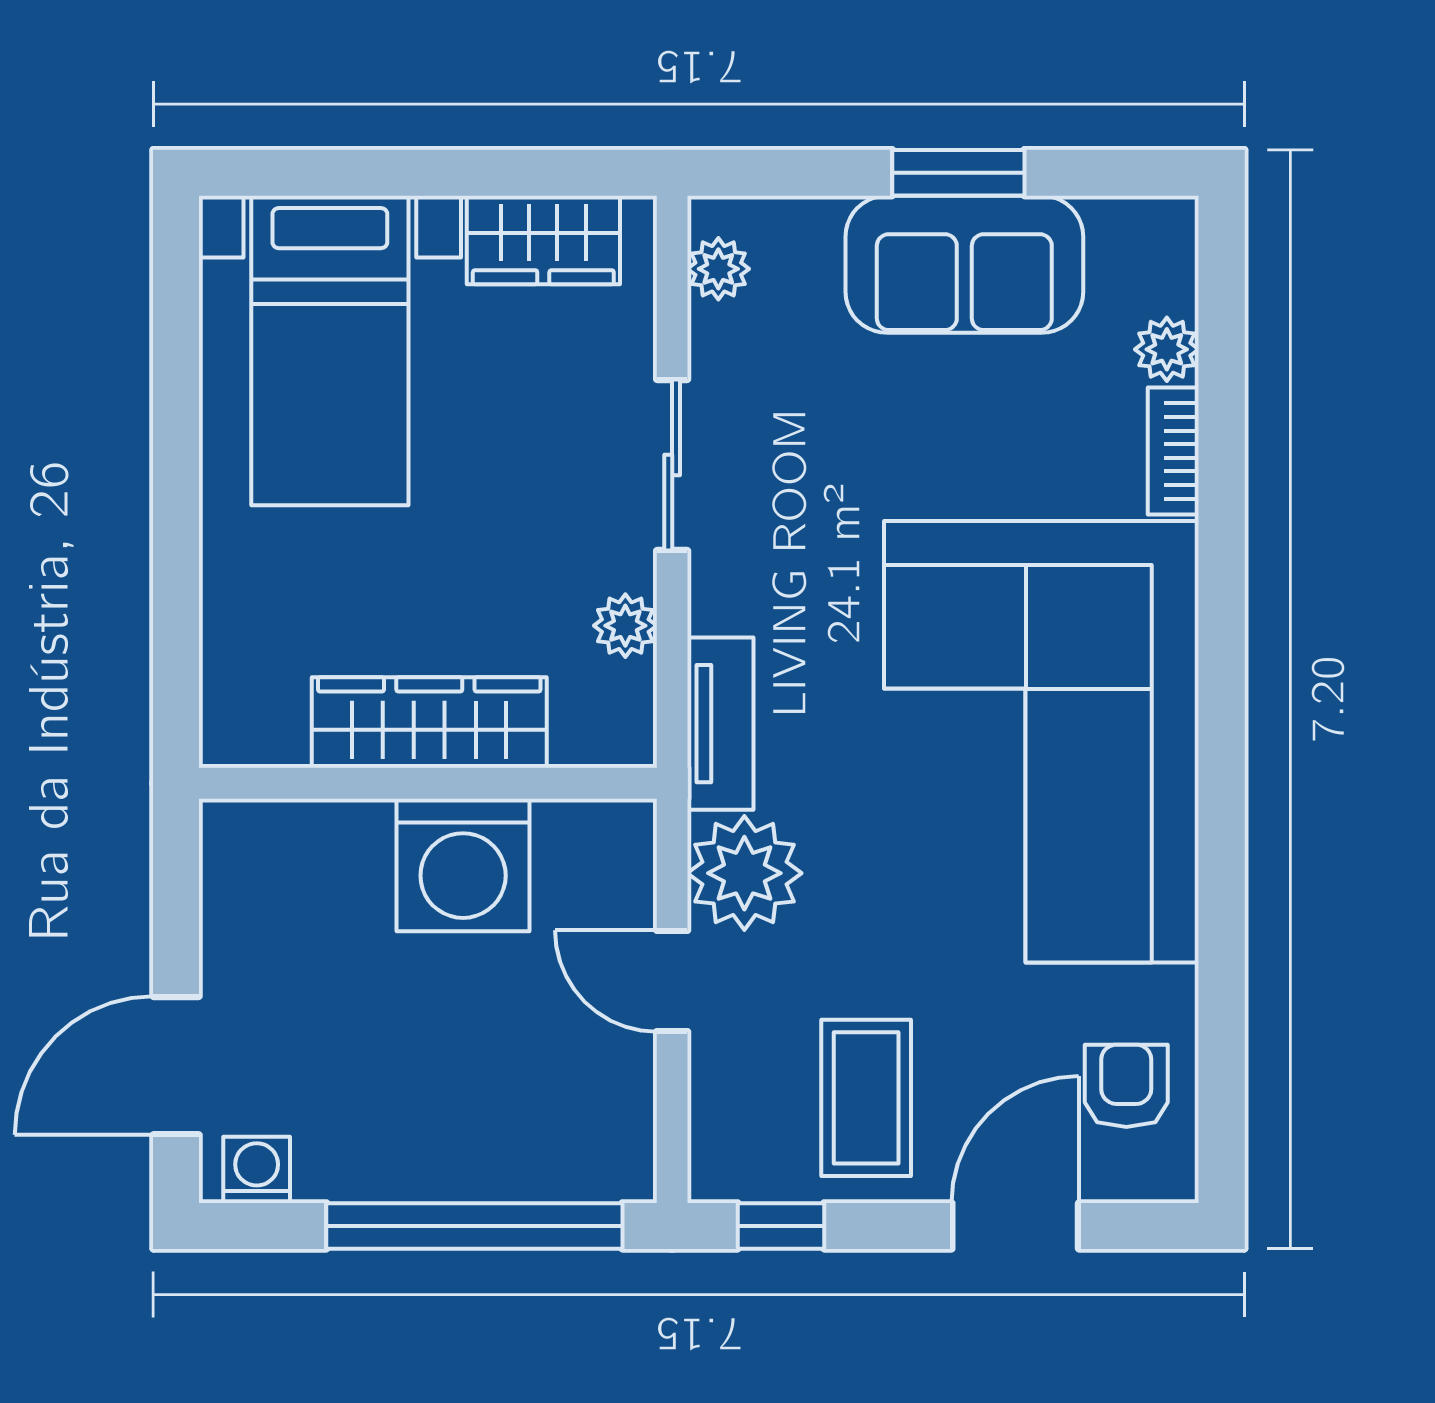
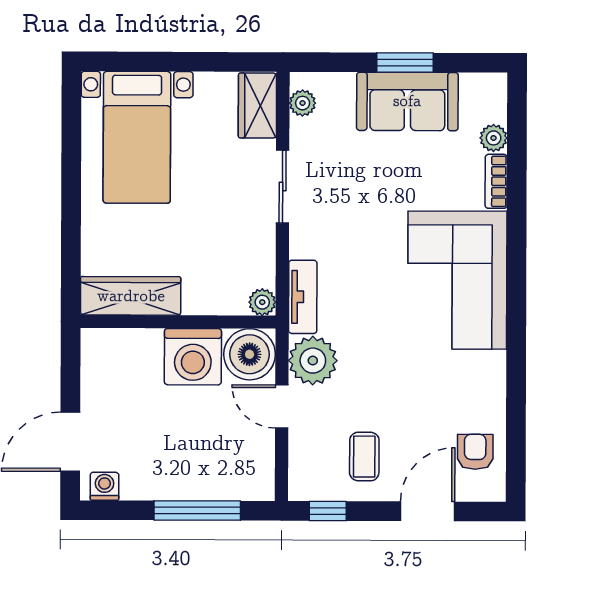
wardrobe: (543, 240) -> (257, 105), moved, turned 90
plant: (625, 626) -> (262, 302), moved
wardrobe: (429, 723) -> (131, 296), moved
corner sofa: (1041, 742) -> (457, 280), width x0.73, depth x0.74
boiler: (596, 859) -> (250, 354), added
coffee table: (866, 1098) -> (364, 457), width x0.73, depth x0.77
window: (474, 1226) -> (197, 511), width x0.68

